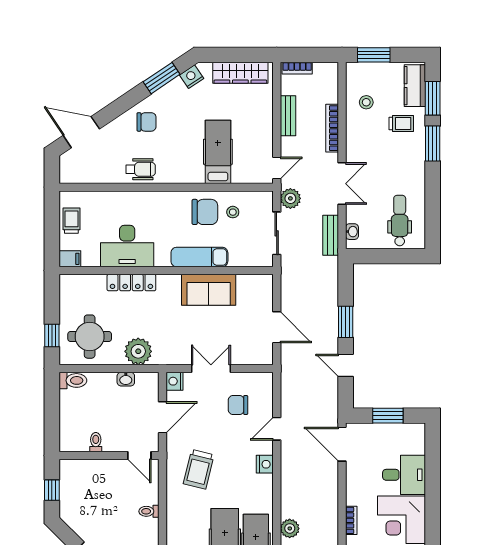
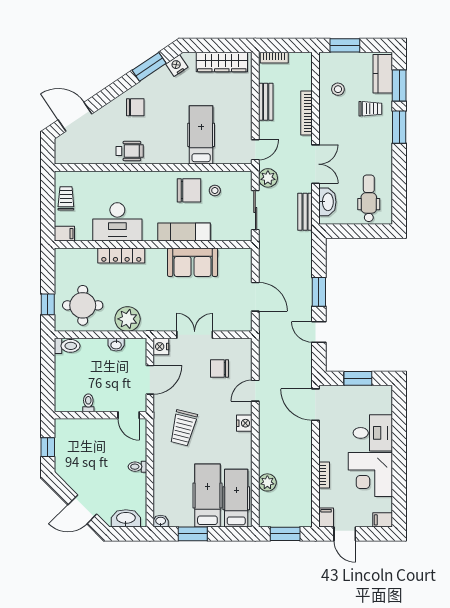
washbasin: (352, 232) -> (327, 202), width x1.91, depth x1.45

